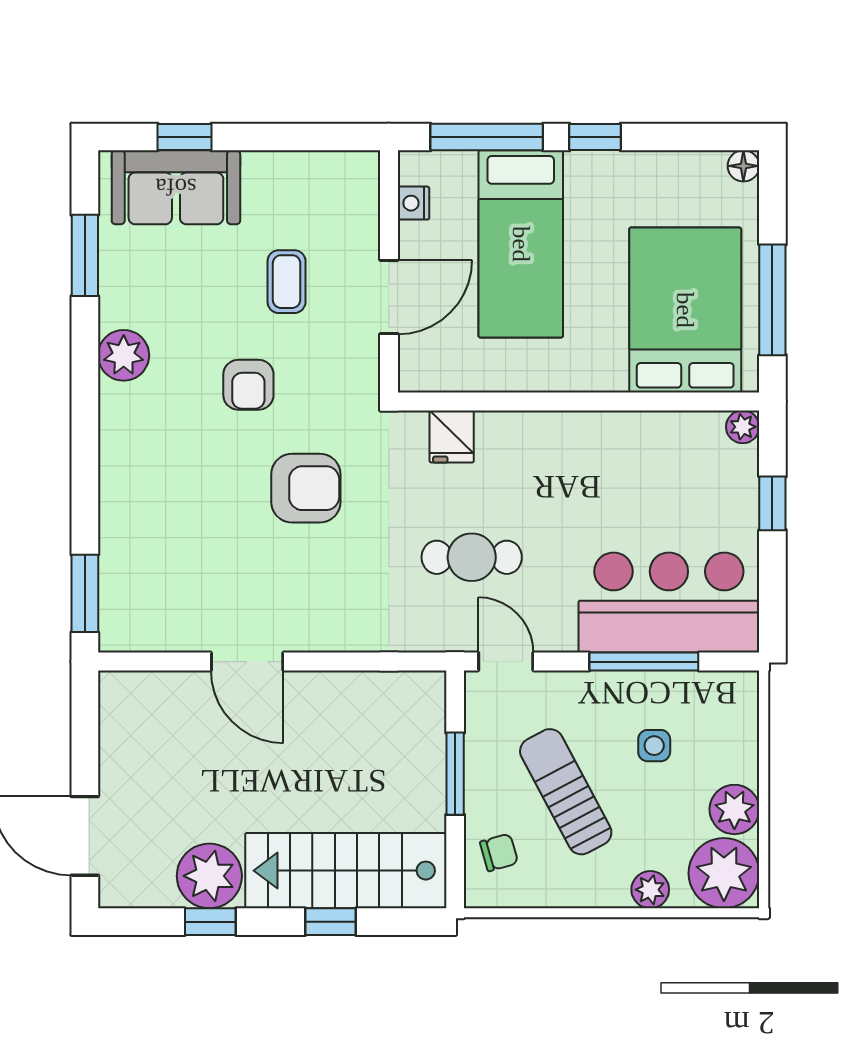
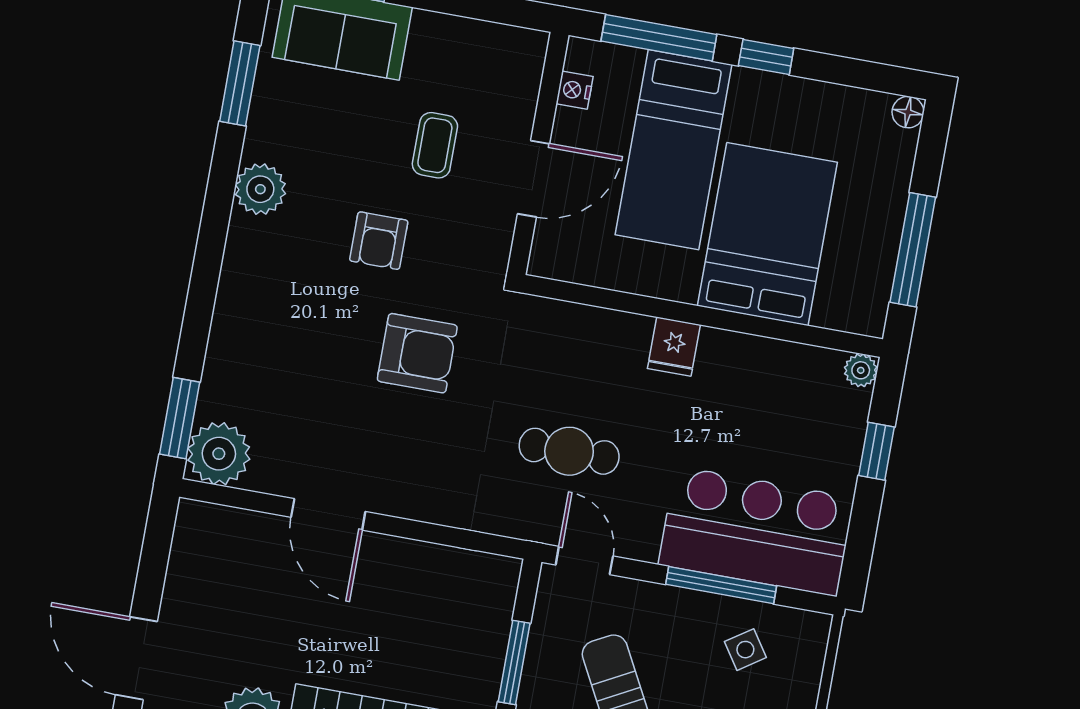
bed: (685, 310) -> (767, 234), moved
fridge: (452, 436) -> (674, 347), moved
plant: (129, 621) -> (219, 454), added
side table: (654, 746) -> (745, 650), moved, turned -34

